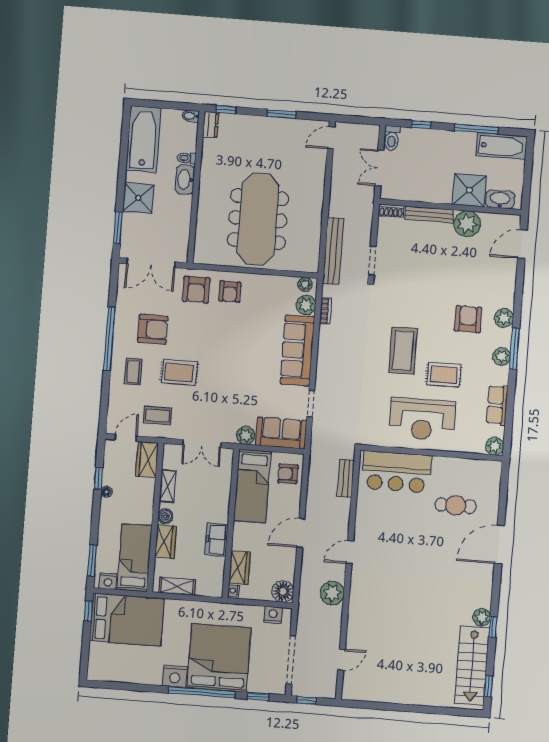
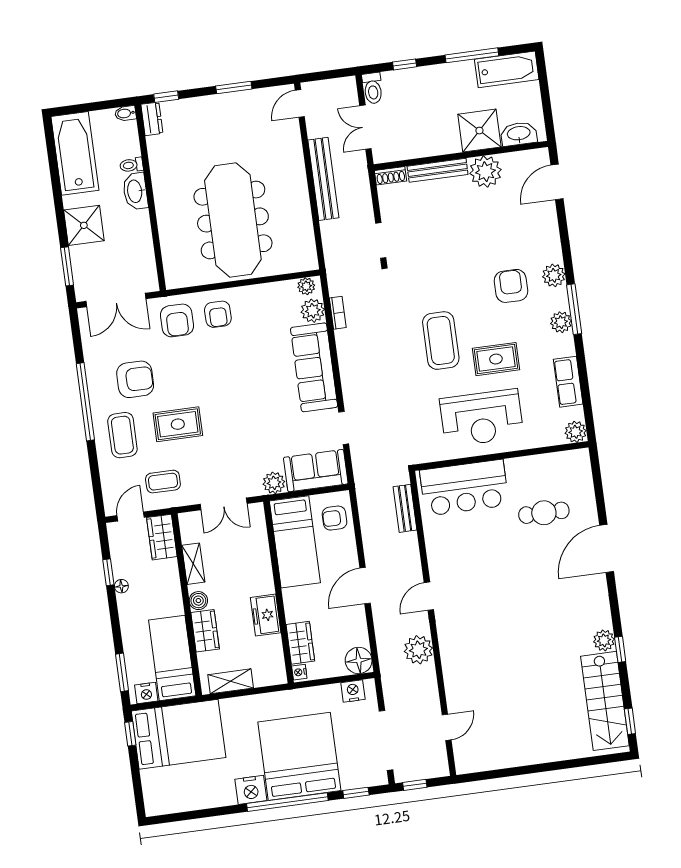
bench: (333, 251) -> (323, 179), moved
coffee table: (133, 372) -> (122, 435), width x1.36, depth x1.30

